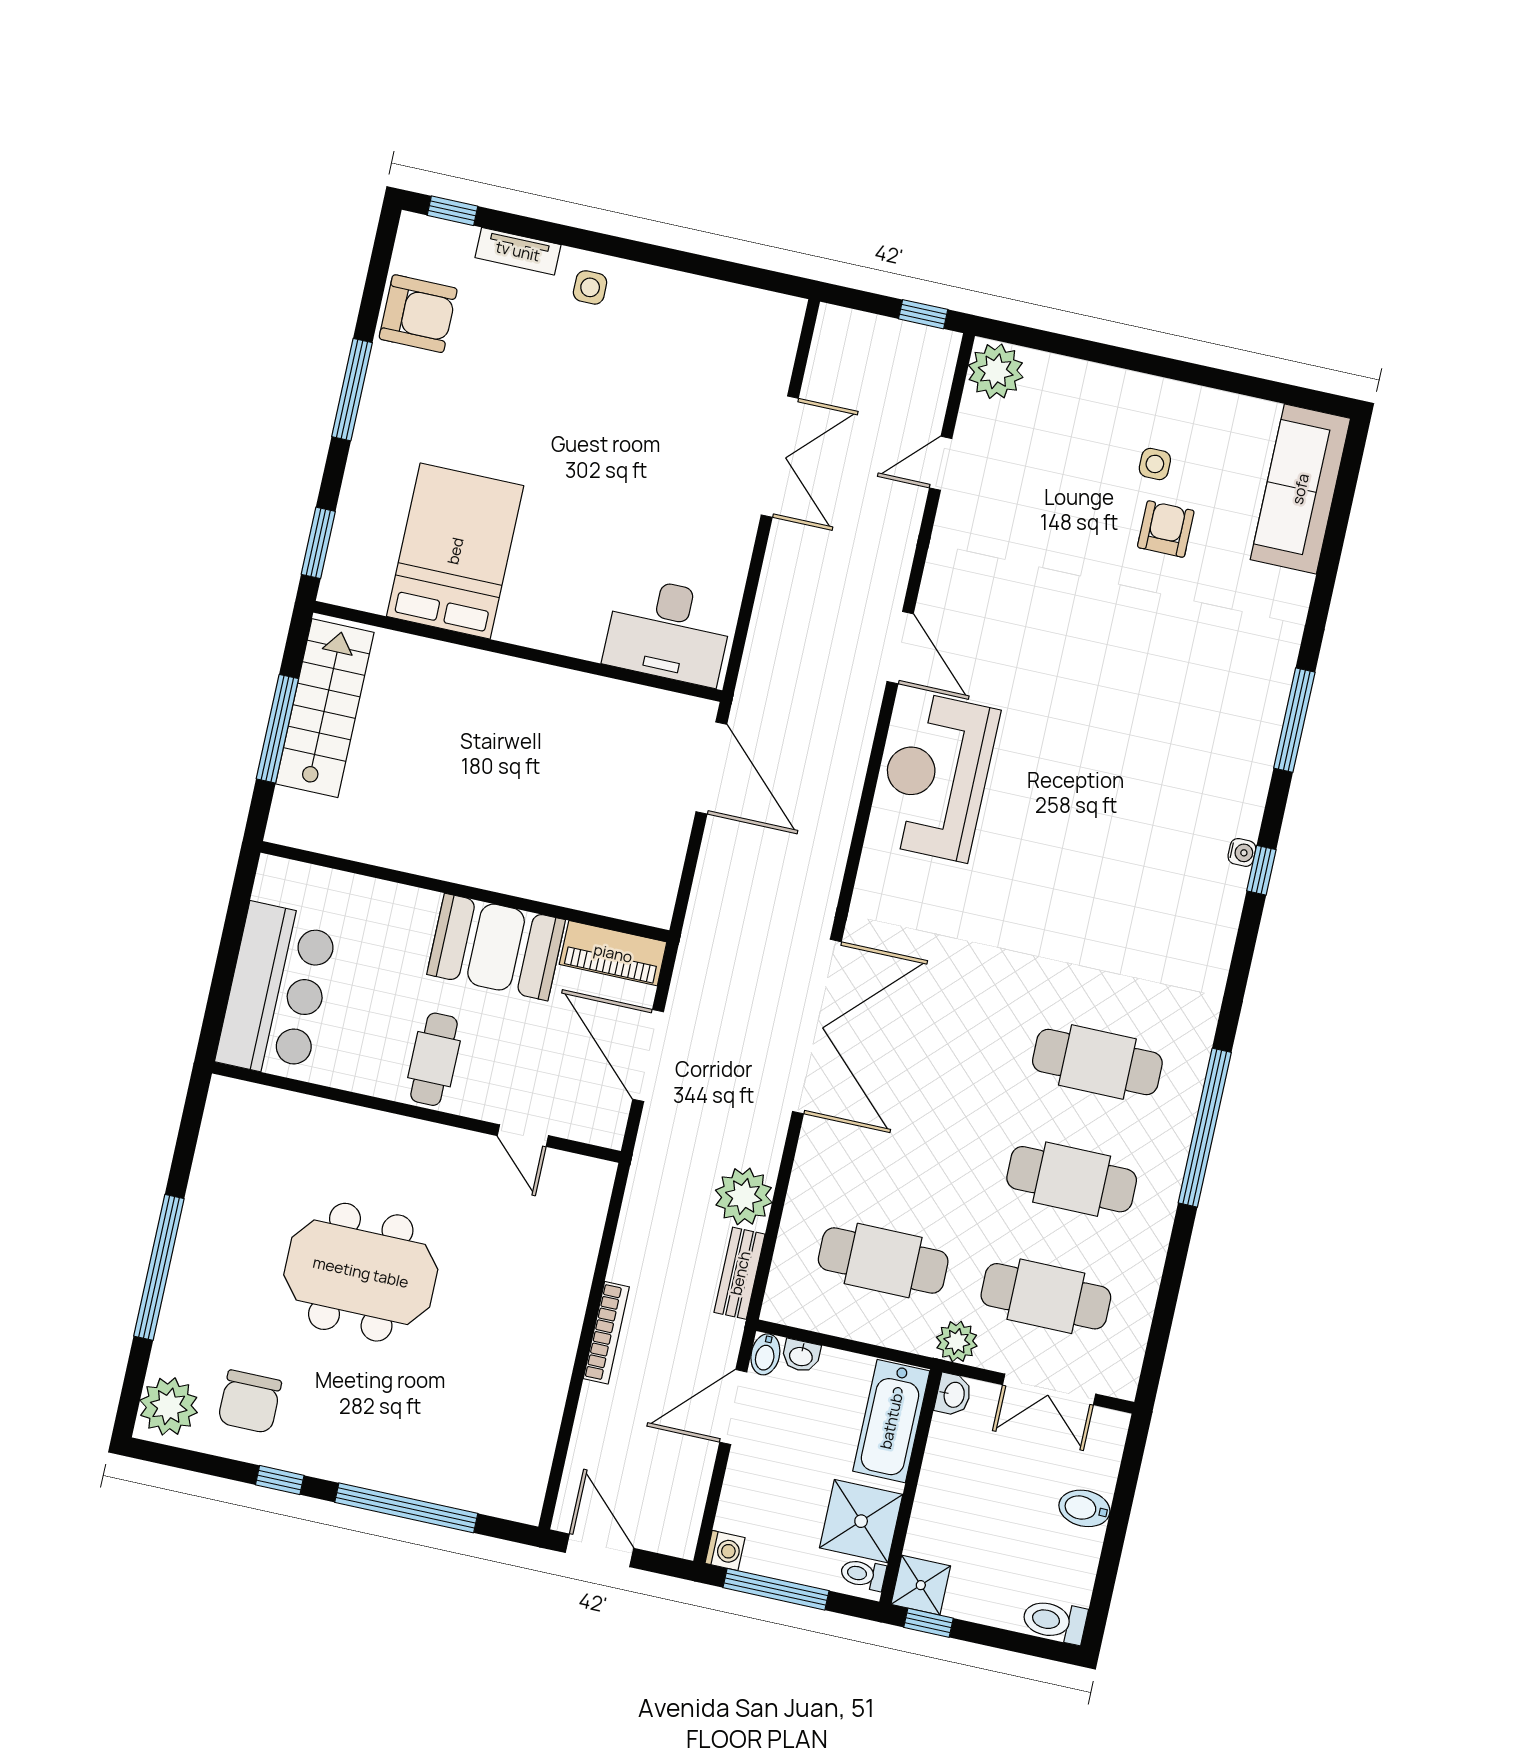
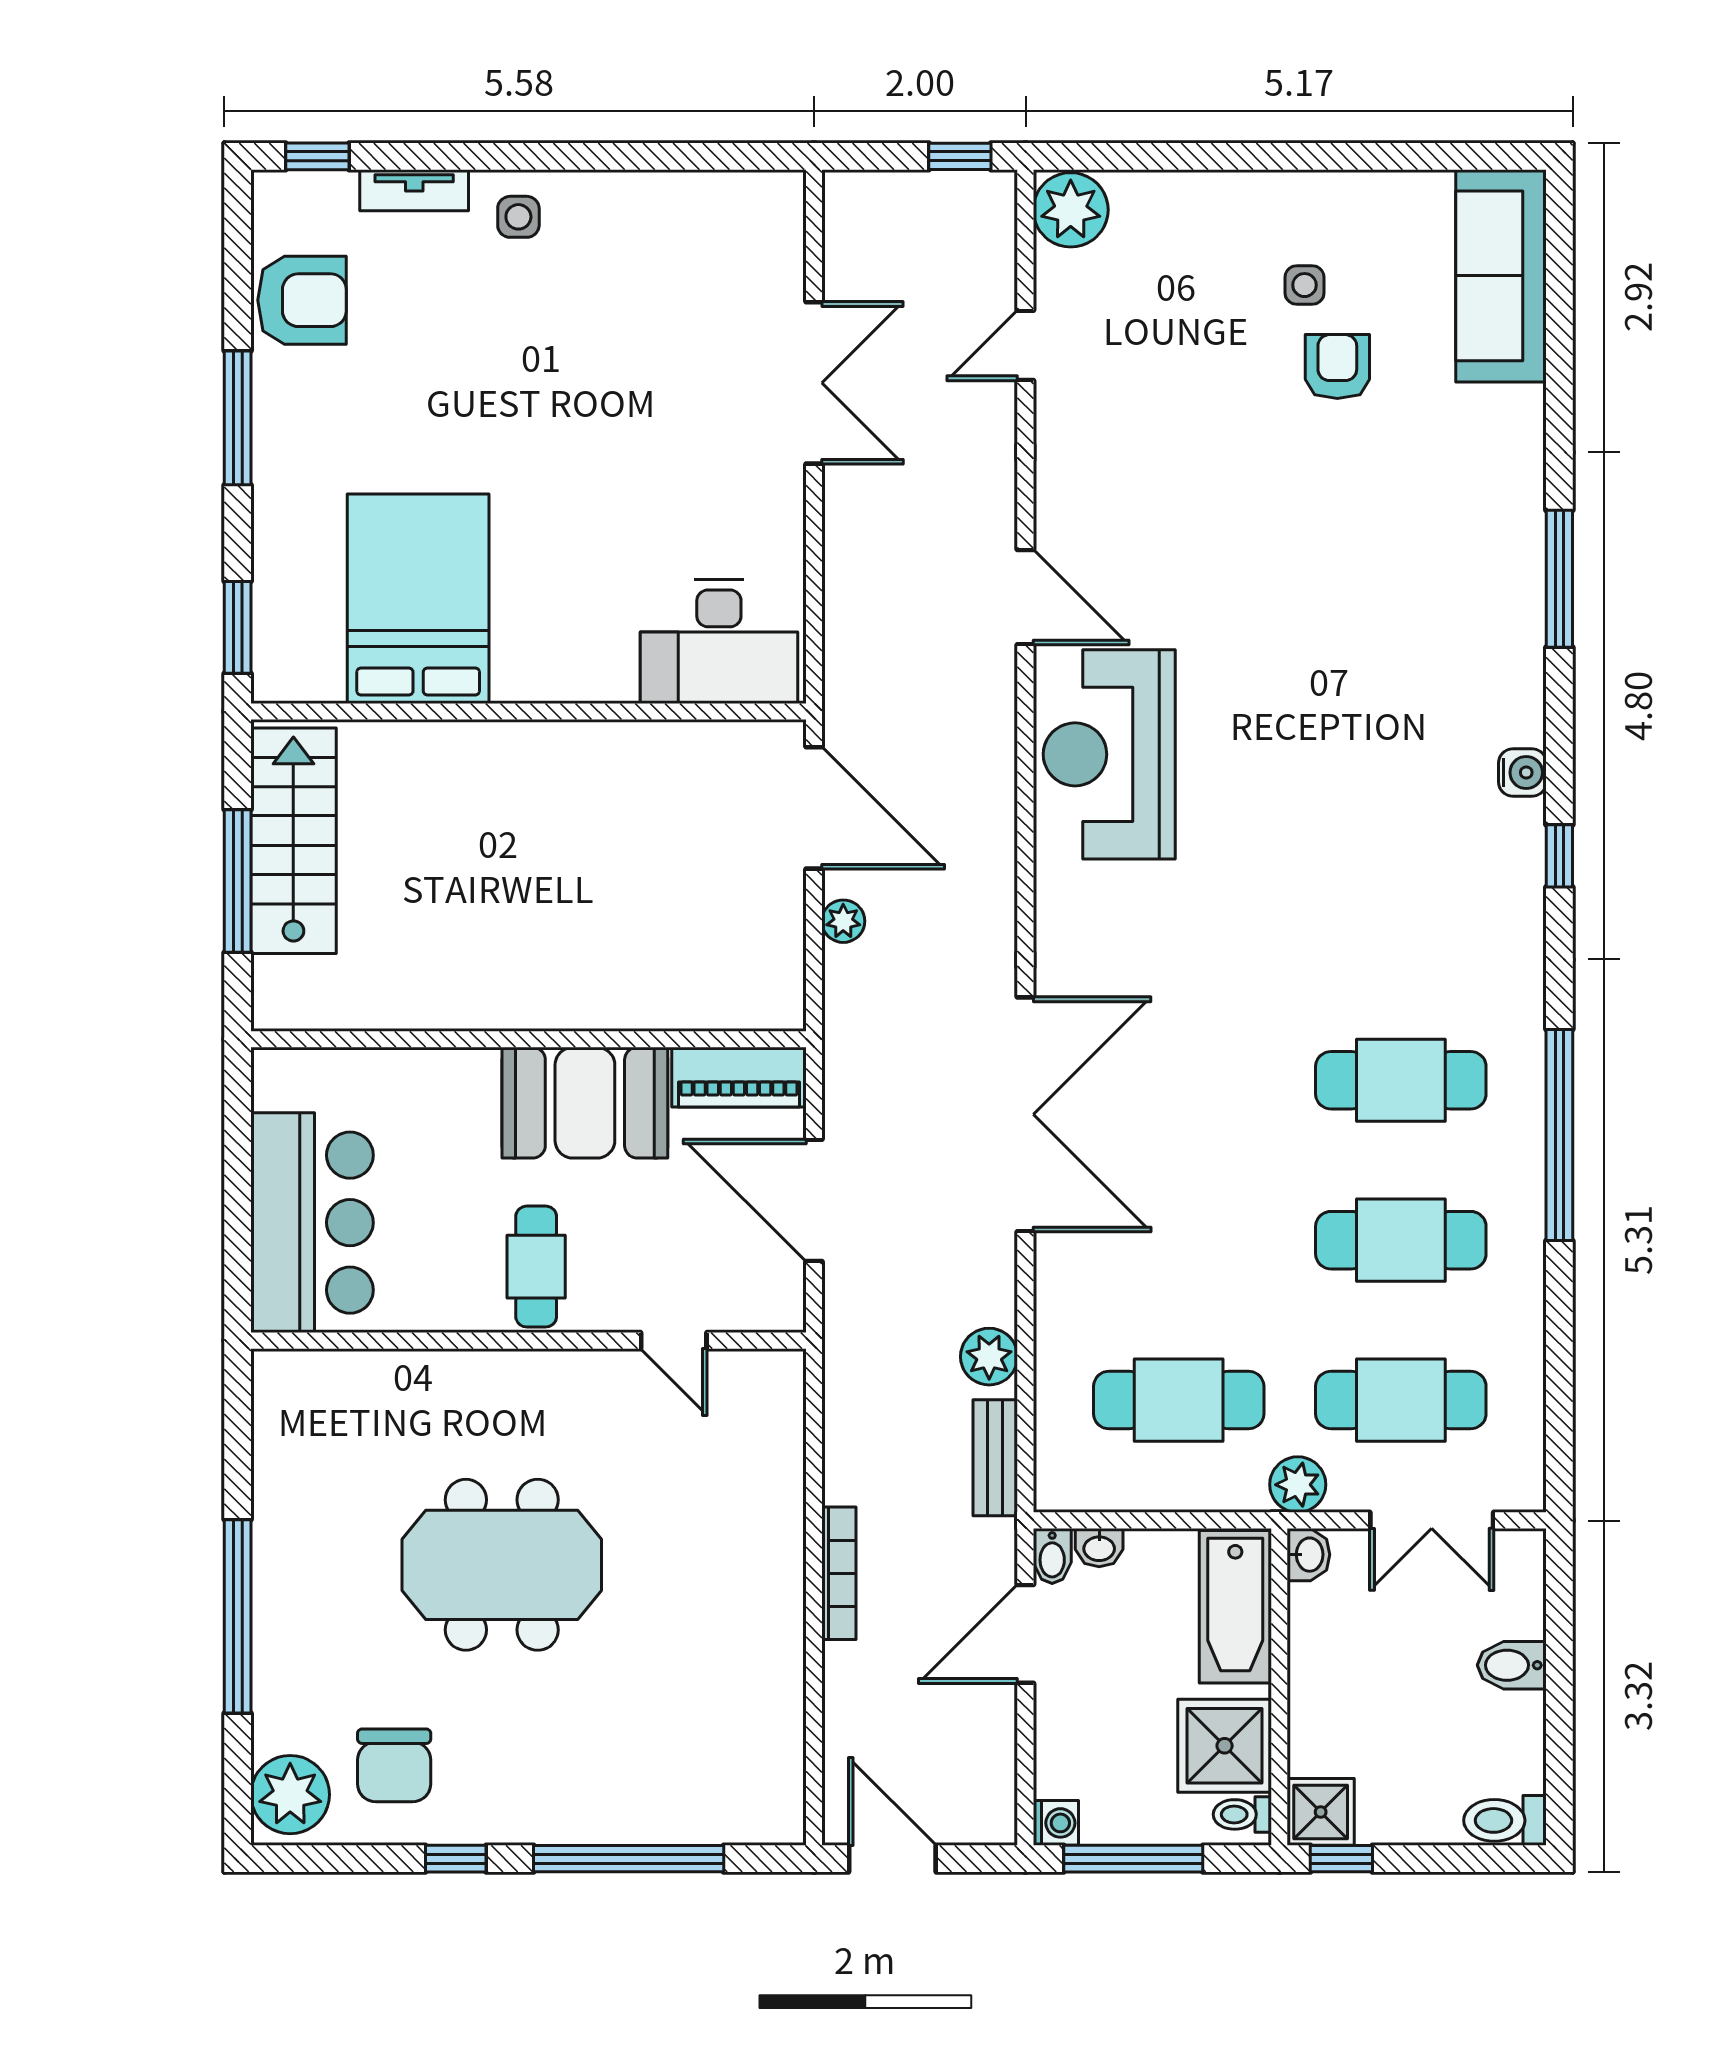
water cooler: (1242, 852) -> (1522, 773), width x1.38, depth x1.38
plant: (715, 856) -> (843, 921), added
window: (1261, 870) -> (1559, 856), moved
plant: (744, 1196) -> (989, 1357), width x0.73, depth x0.73

